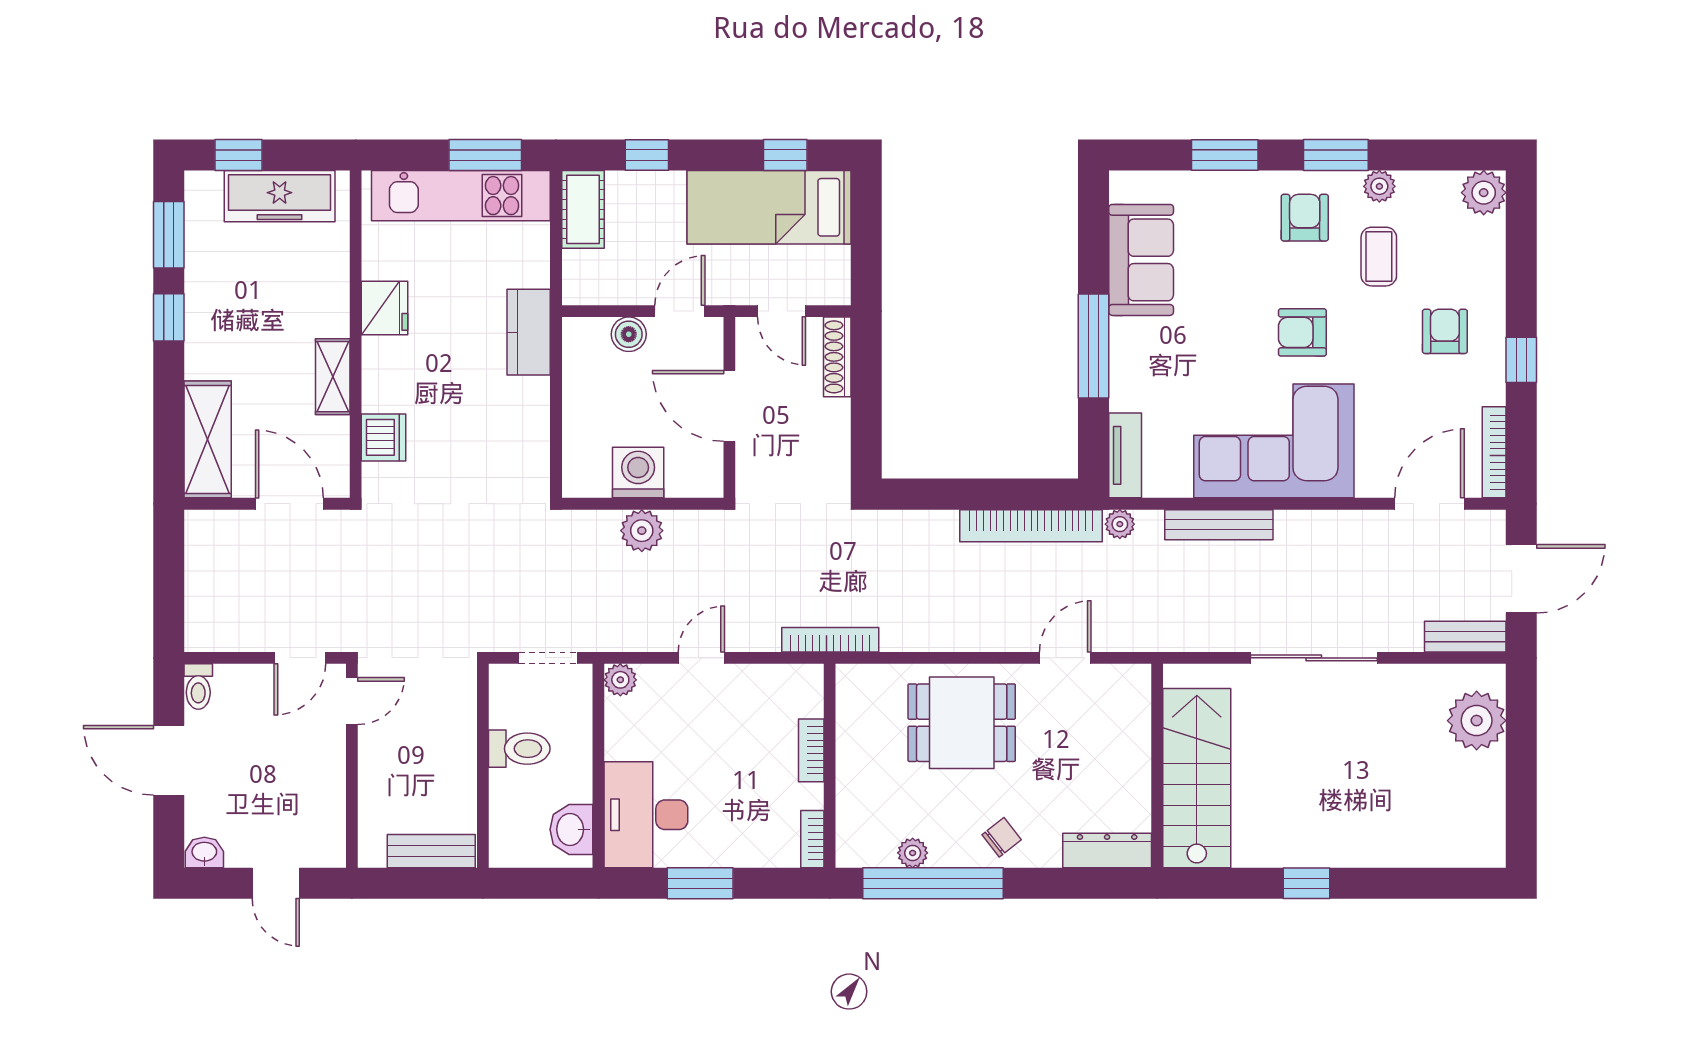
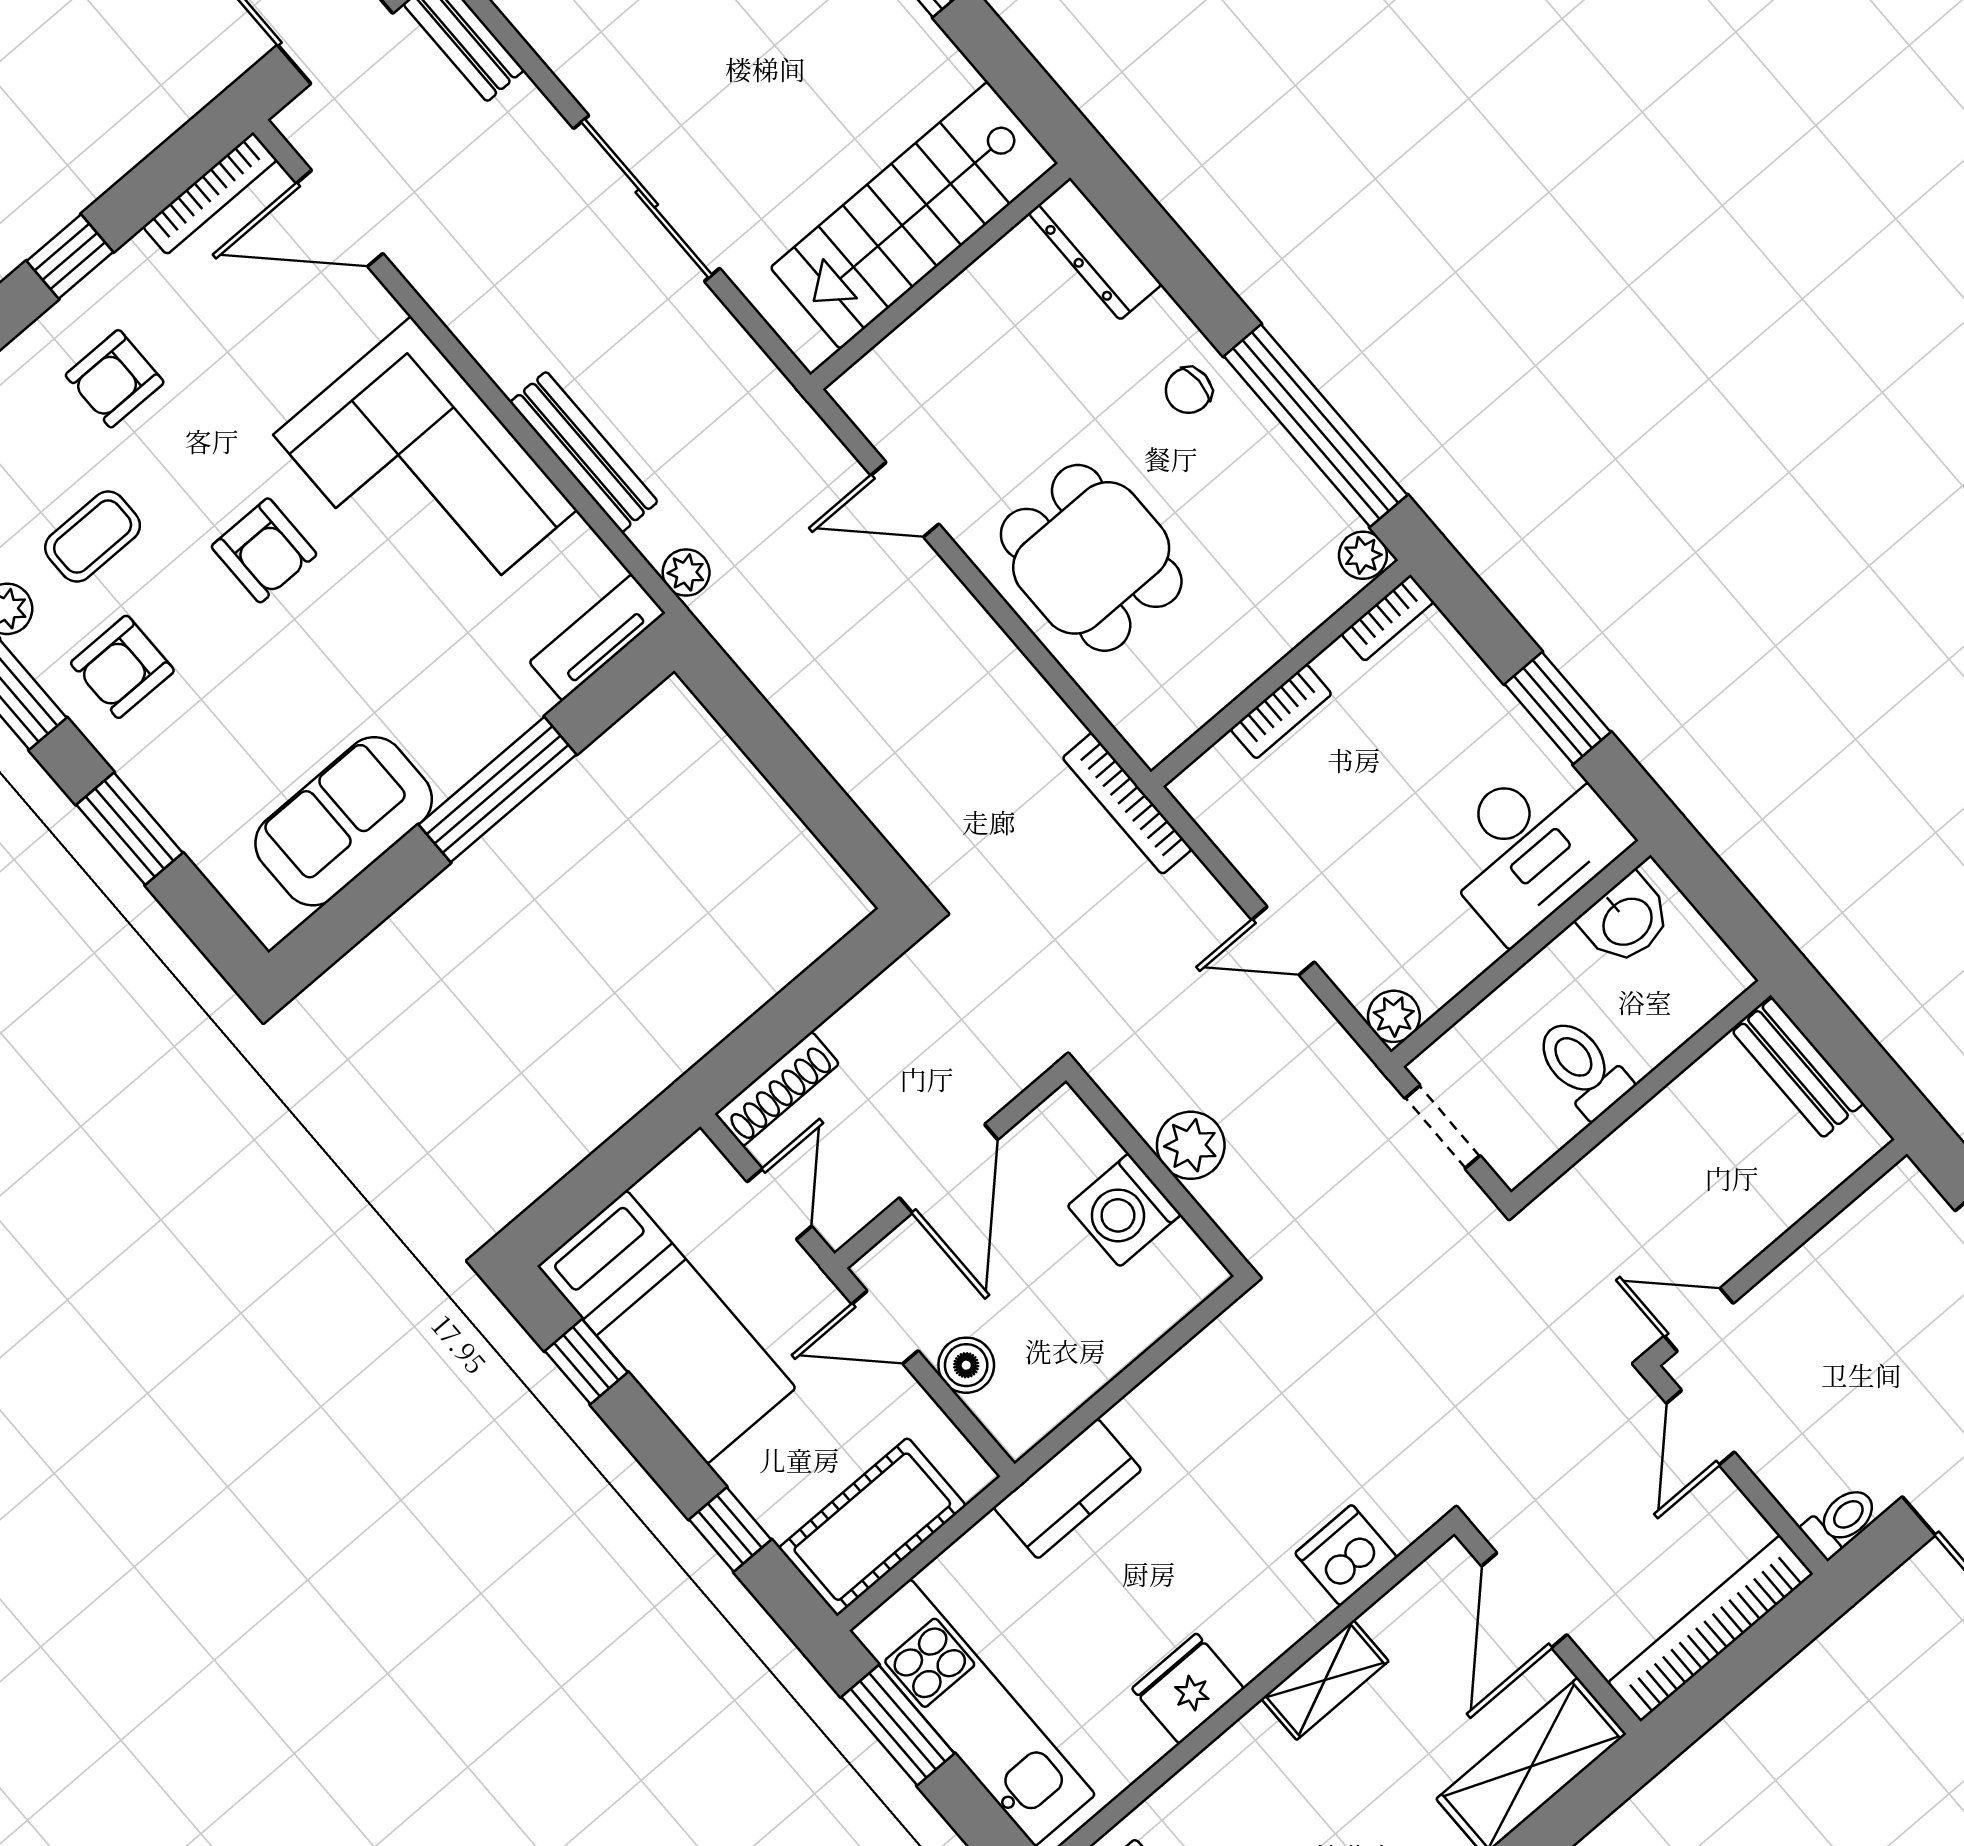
cot: (583, 209) -> (872, 1527), width x1.37, depth x1.34
bookcase: (1031, 526) -> (1711, 1628), moved, turned -90
door: (300, 658) -> (1700, 1428), swing flipped
chair: (1002, 837) -> (1189, 390), turned -52
plant: (913, 853) -> (1363, 555), moved

